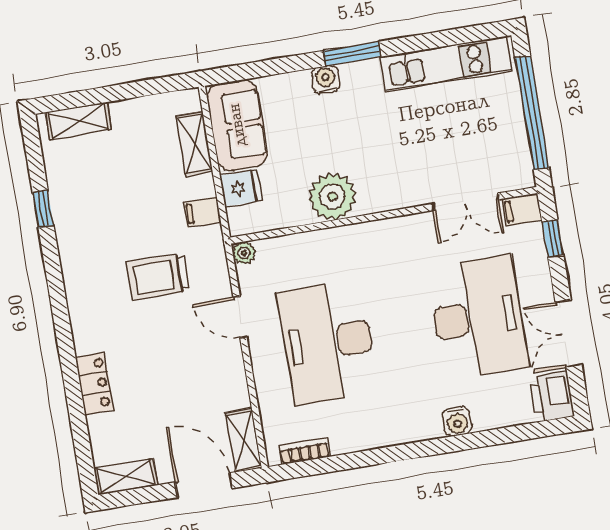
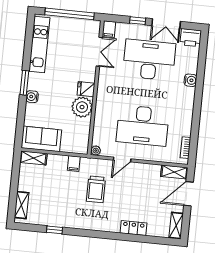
shelving: (194, 144) -> (33, 158), moved
fridge: (241, 188) -> (86, 89), moved, turned -90
window: (553, 238) -> (138, 21), moved

